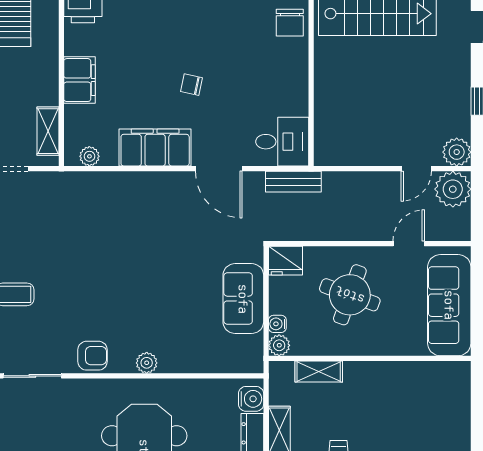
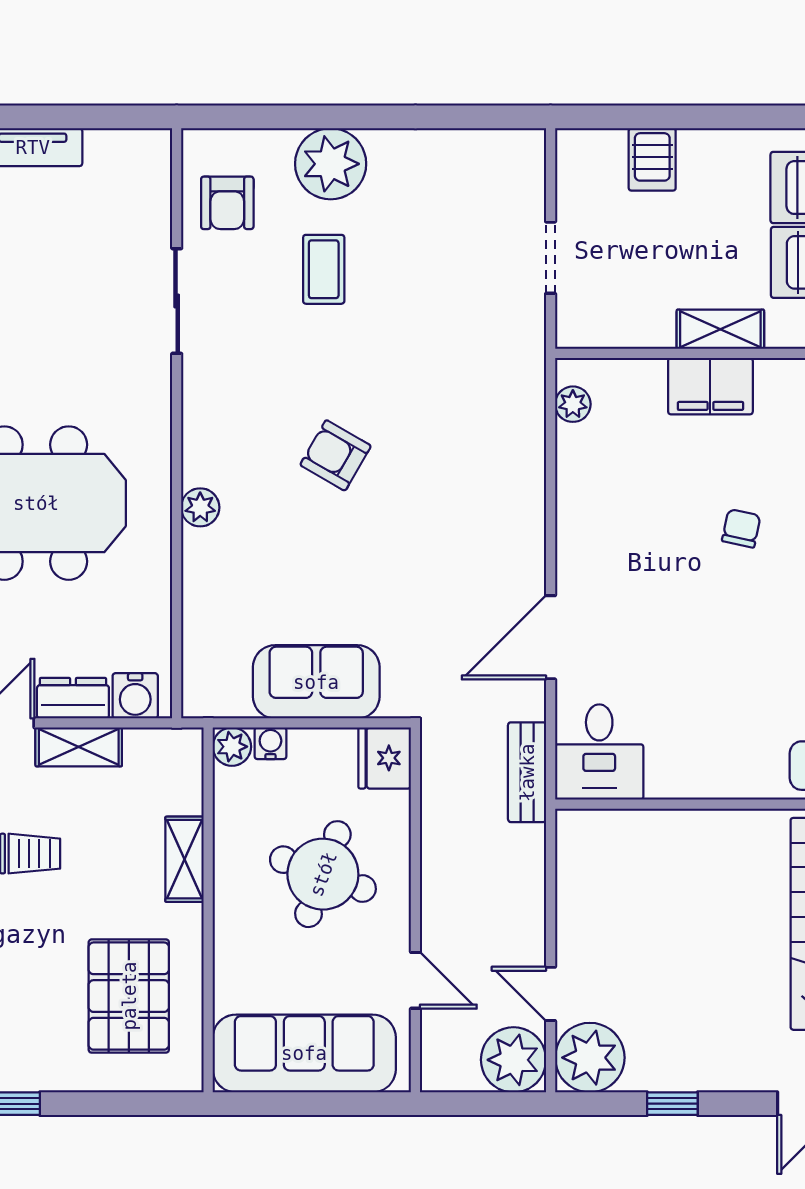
chair: (191, 85) -> (741, 528), moved
shelving: (48, 131) -> (720, 329), moved
filing cabinet: (155, 148) -> (589, 523), removed
plant: (457, 152) -> (590, 1058), width x1.36, depth x1.36
armchair: (93, 356) -> (336, 455), moved, turned 120
shelving: (319, 372) -> (184, 859), moved
pallet: (417, 402) -> (129, 996), added

